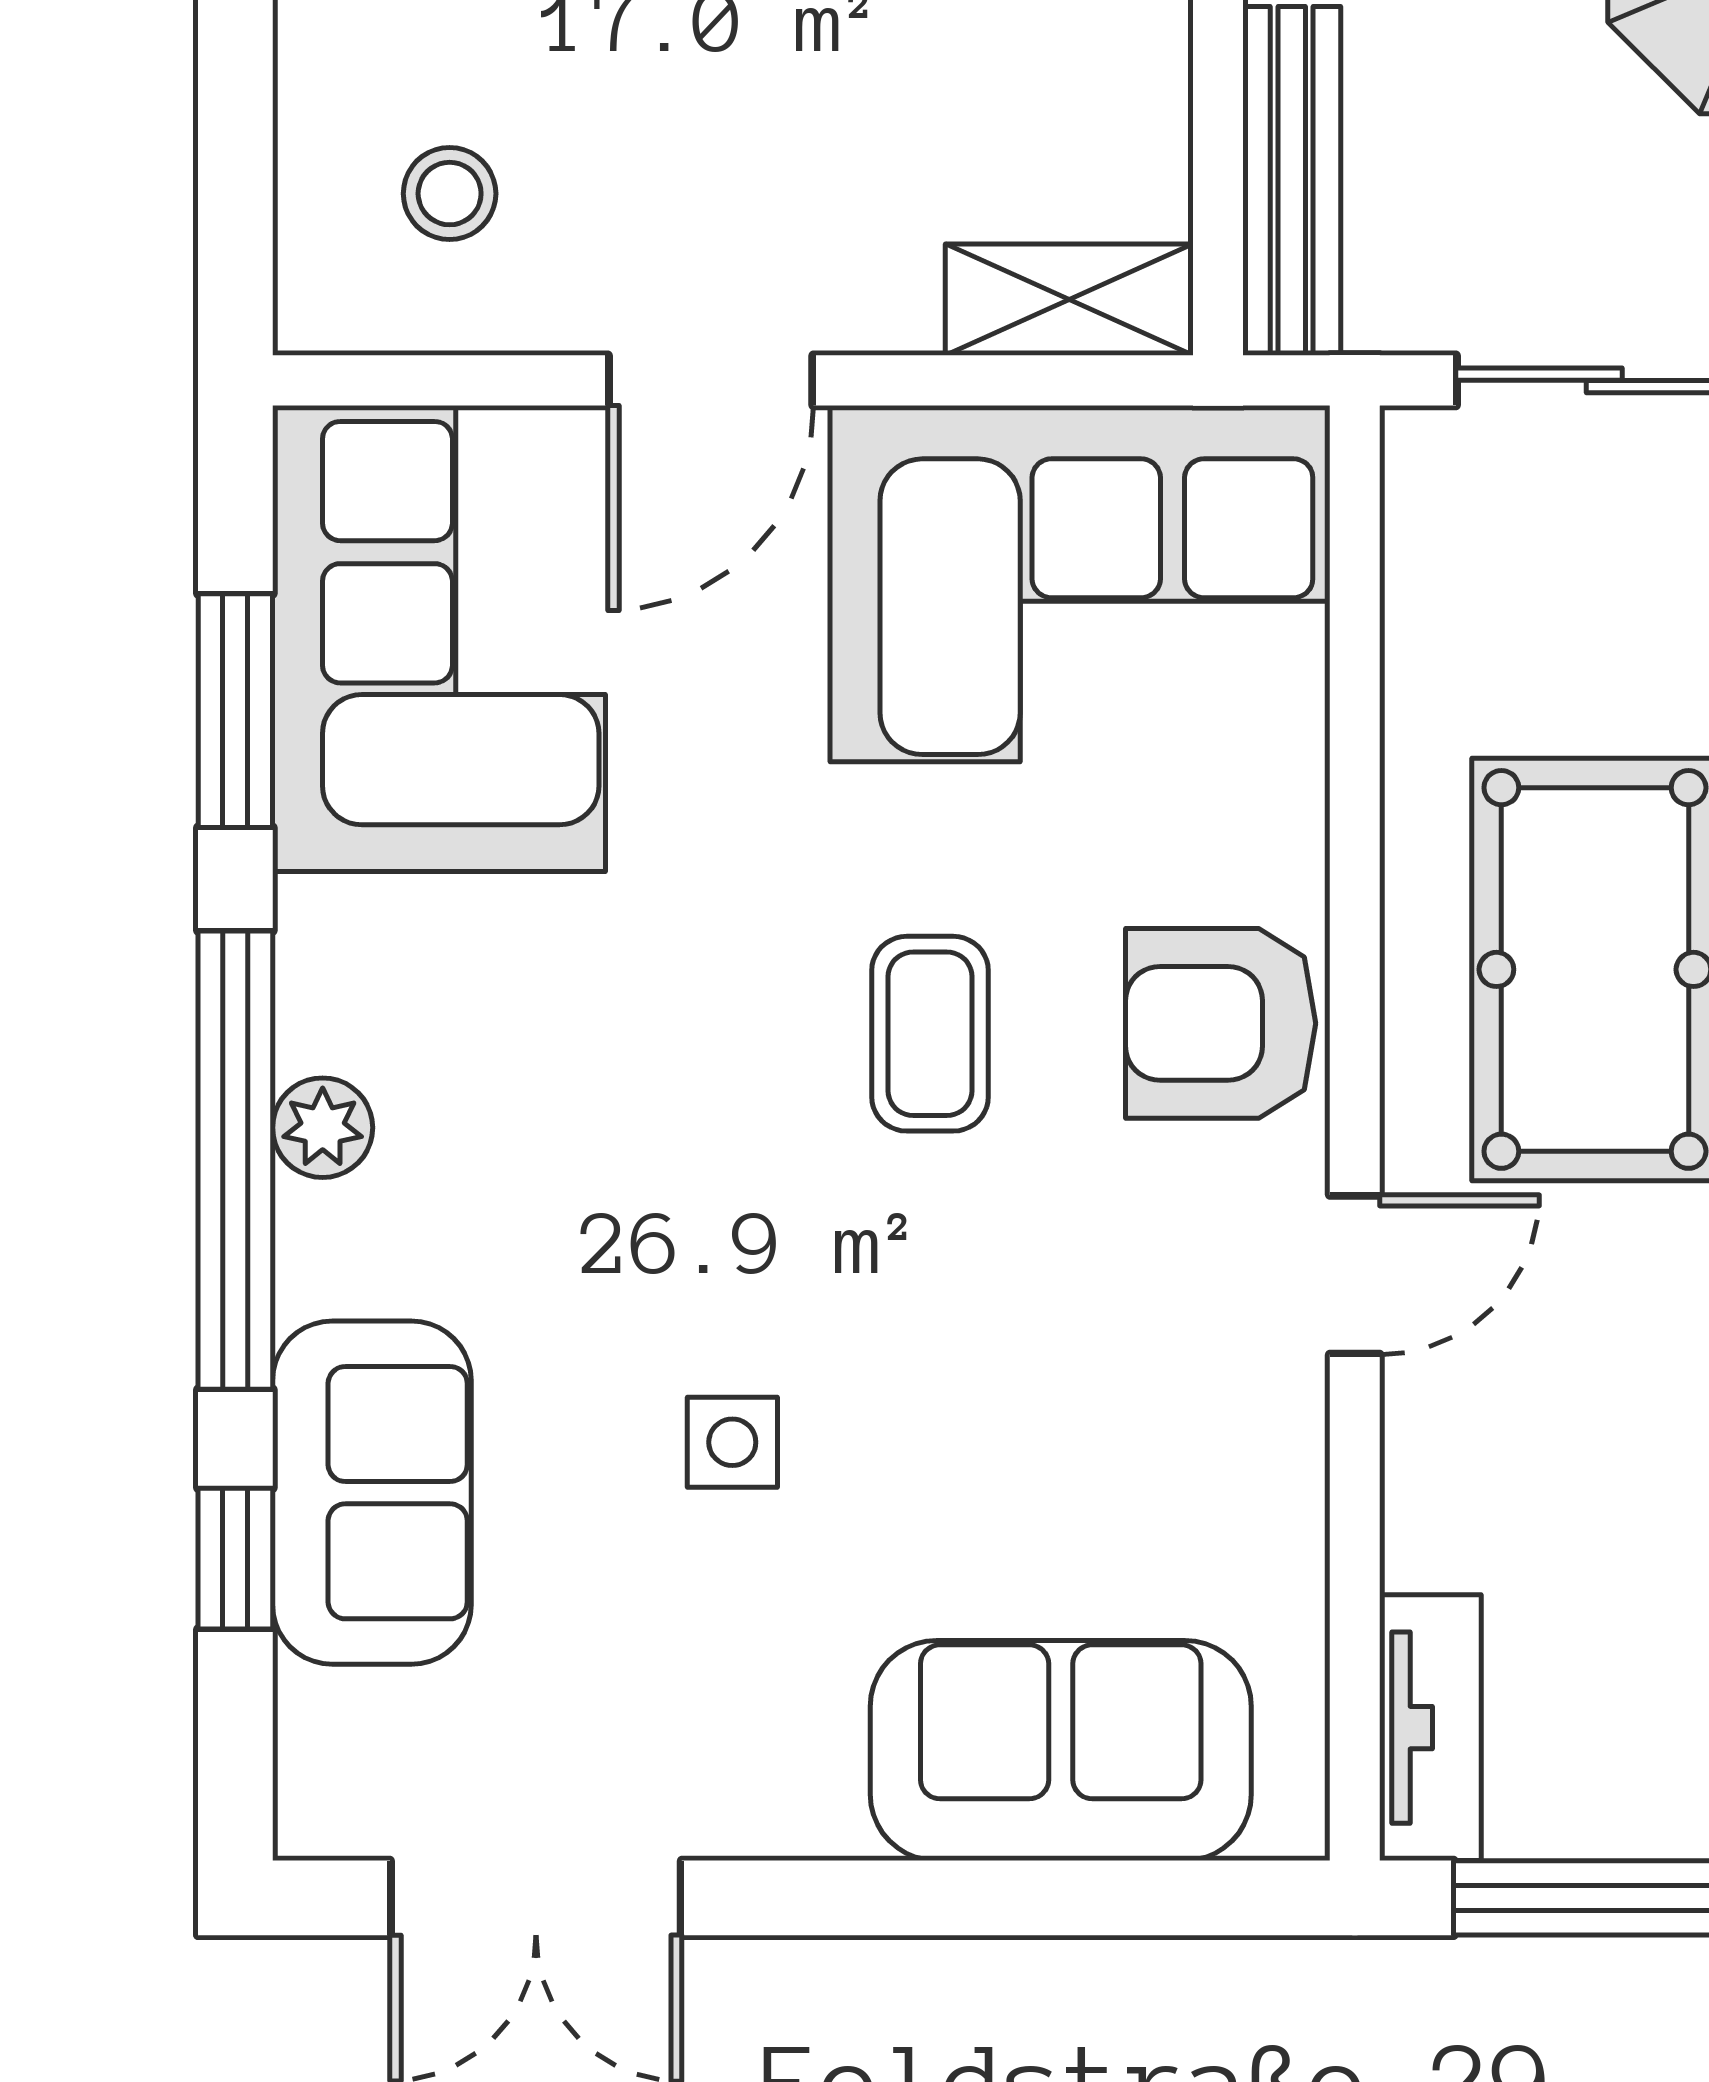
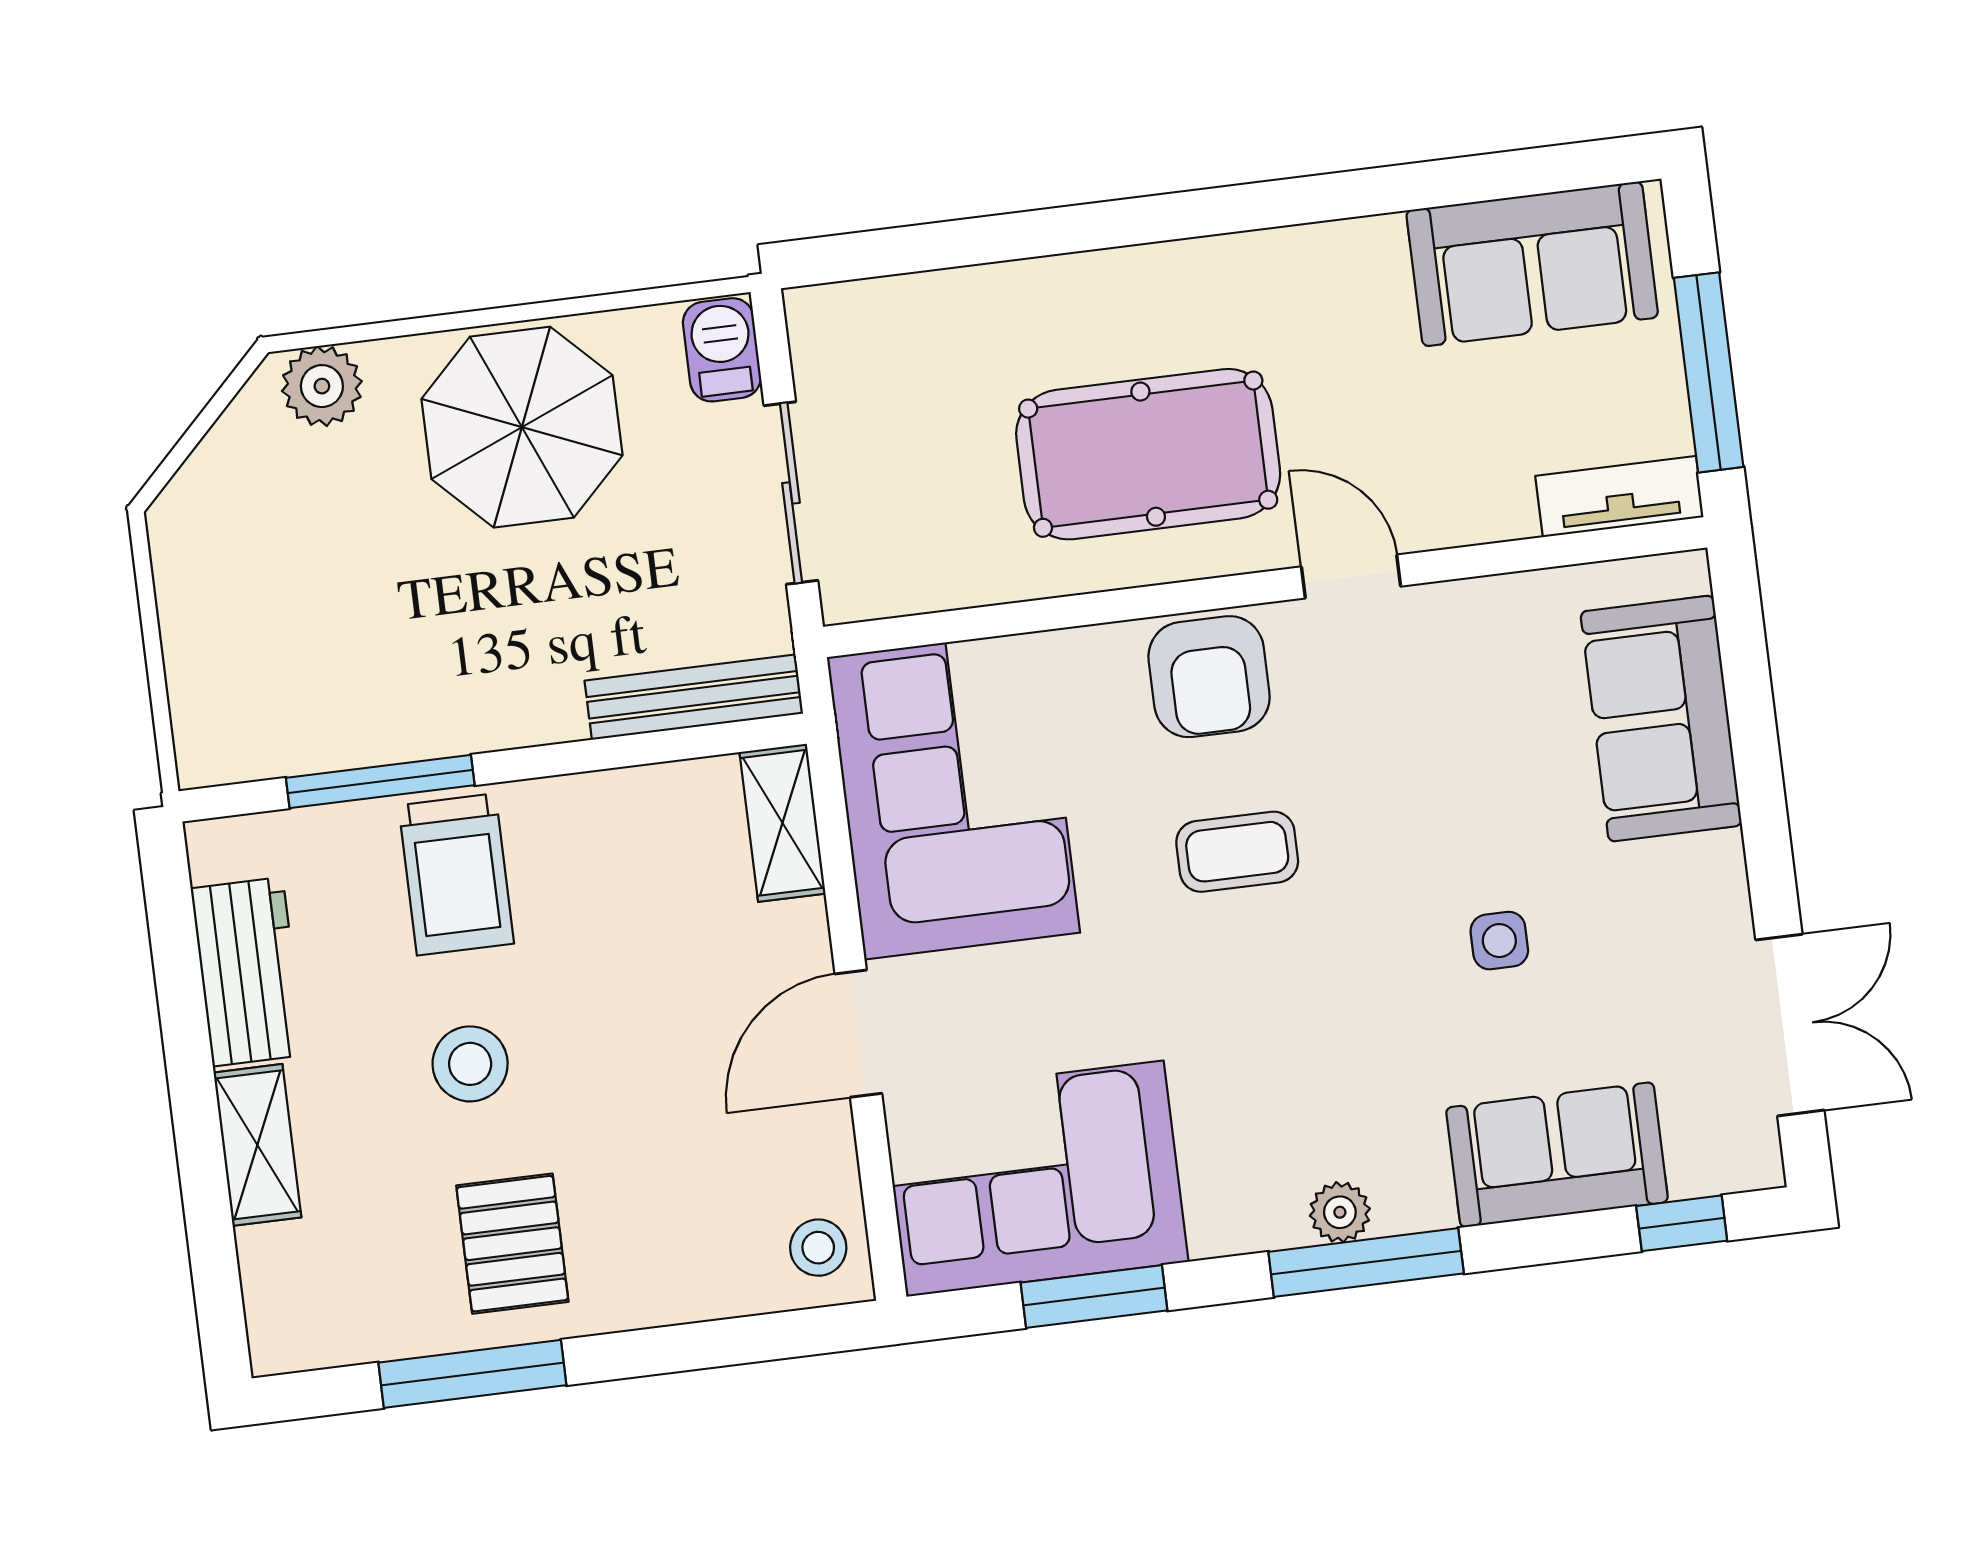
stool: (450, 194) -> (818, 1248), moved
door: (711, 380) -> (858, 1034), swing flipped
window: (235, 1160) -> (1366, 1263), width x0.68
window: (235, 1559) -> (1682, 1223), moved

